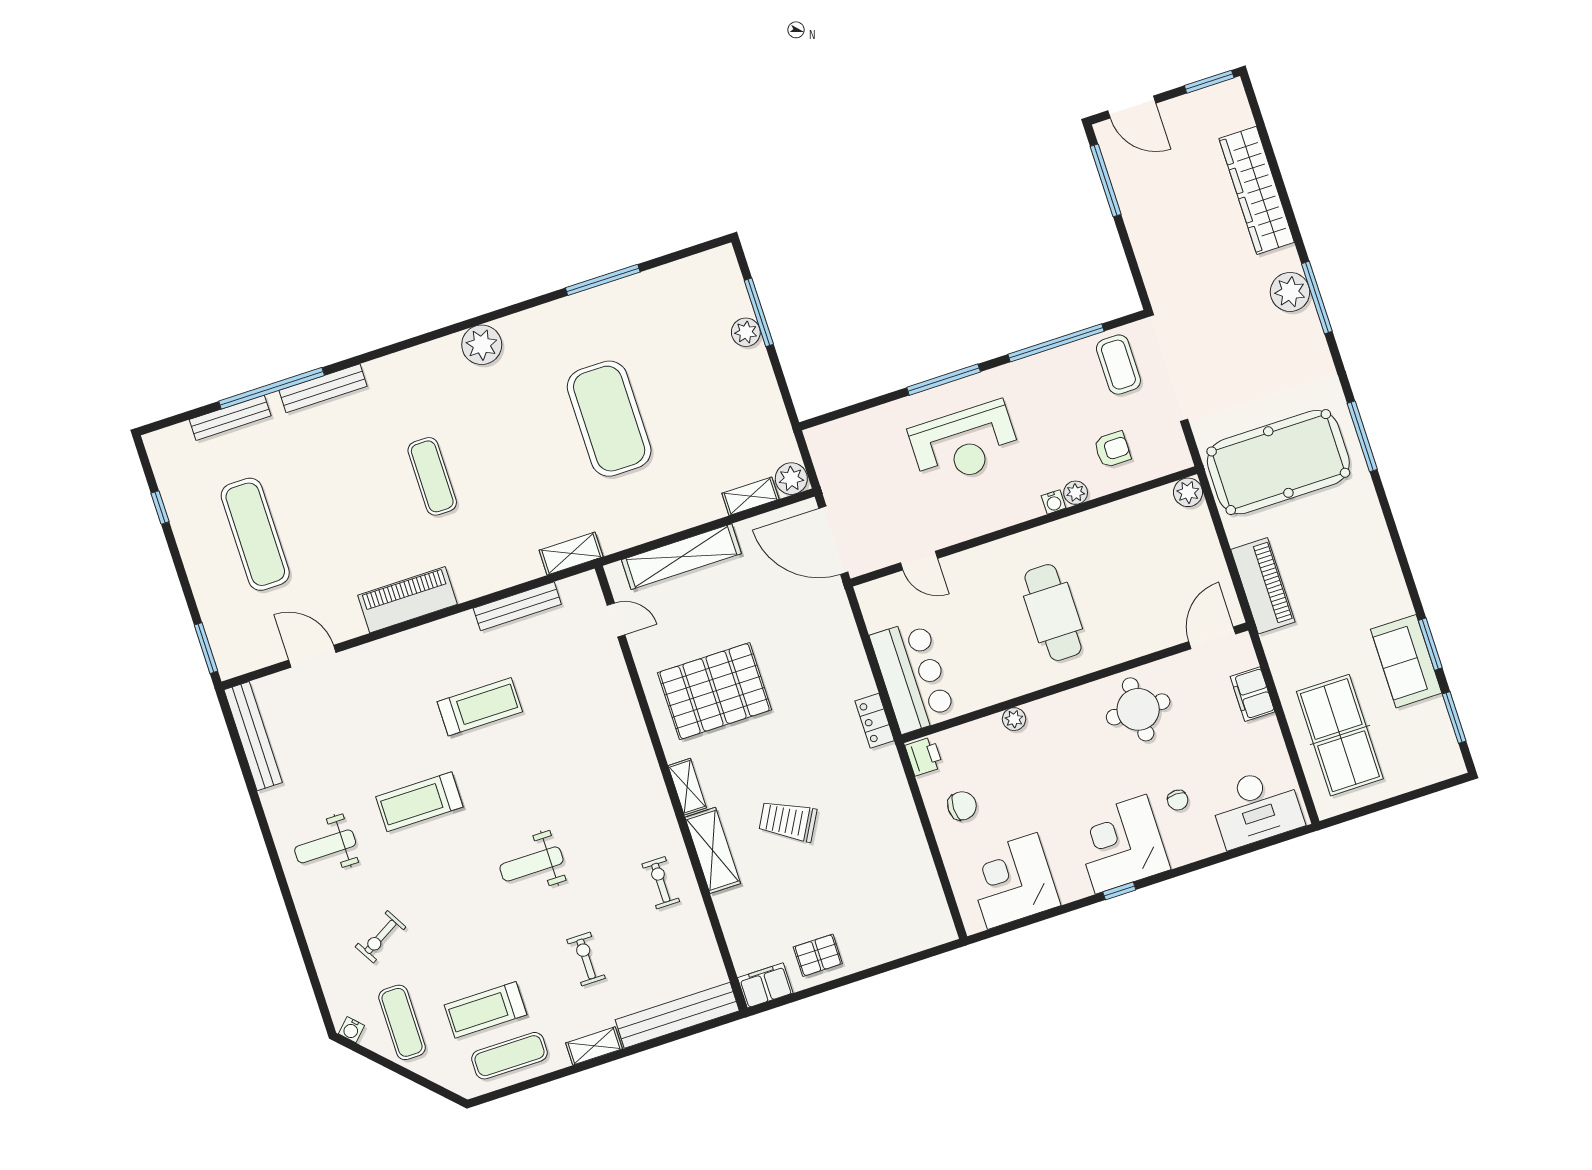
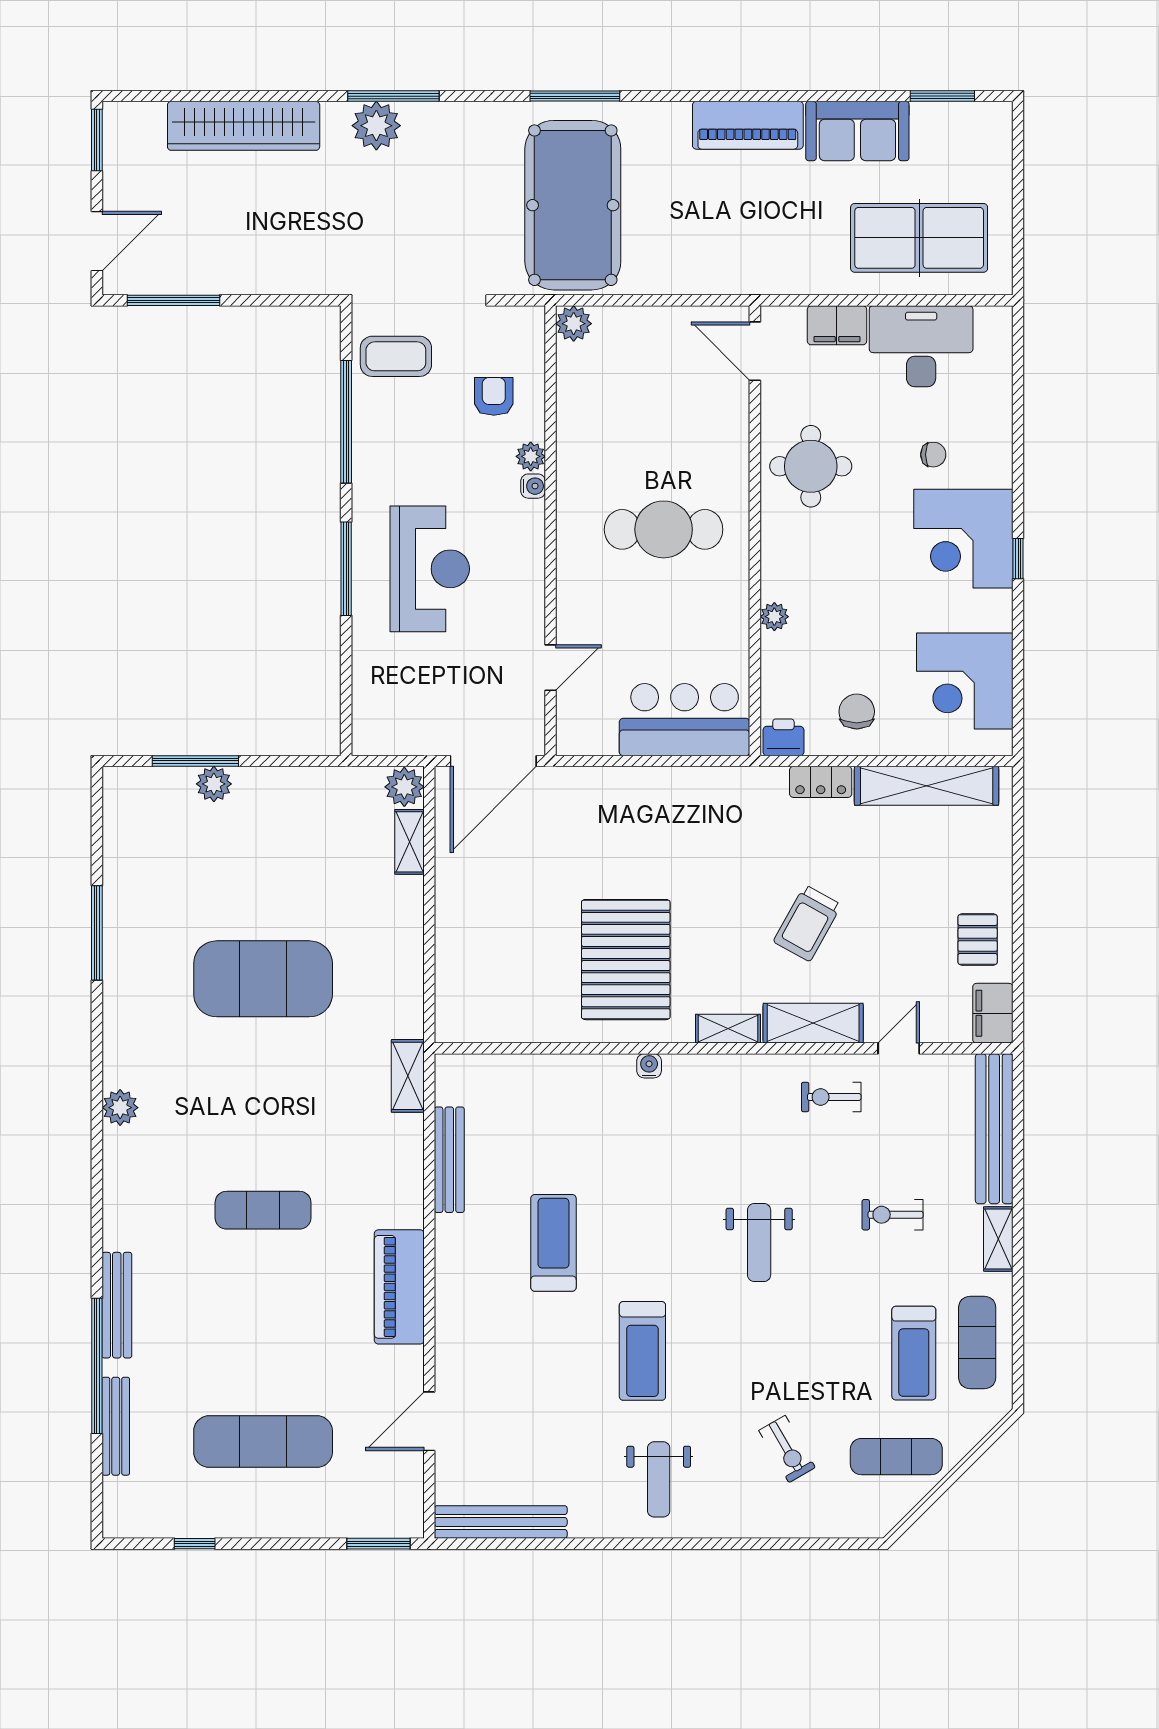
plant: (482, 345) -> (120, 1108), width x0.73, depth x0.73
shelving: (681, 557) -> (927, 786), moved, turned 90
piano: (1263, 586) -> (748, 125), moved, turned 180
door: (616, 620) -> (899, 1048), moved
window: (1430, 644) -> (847, 96), removed
locker: (875, 721) -> (821, 782), moved
desk: (1256, 807) -> (921, 346), moved, turned -90
water cooler: (351, 1030) -> (649, 1066), moved, turned -135

